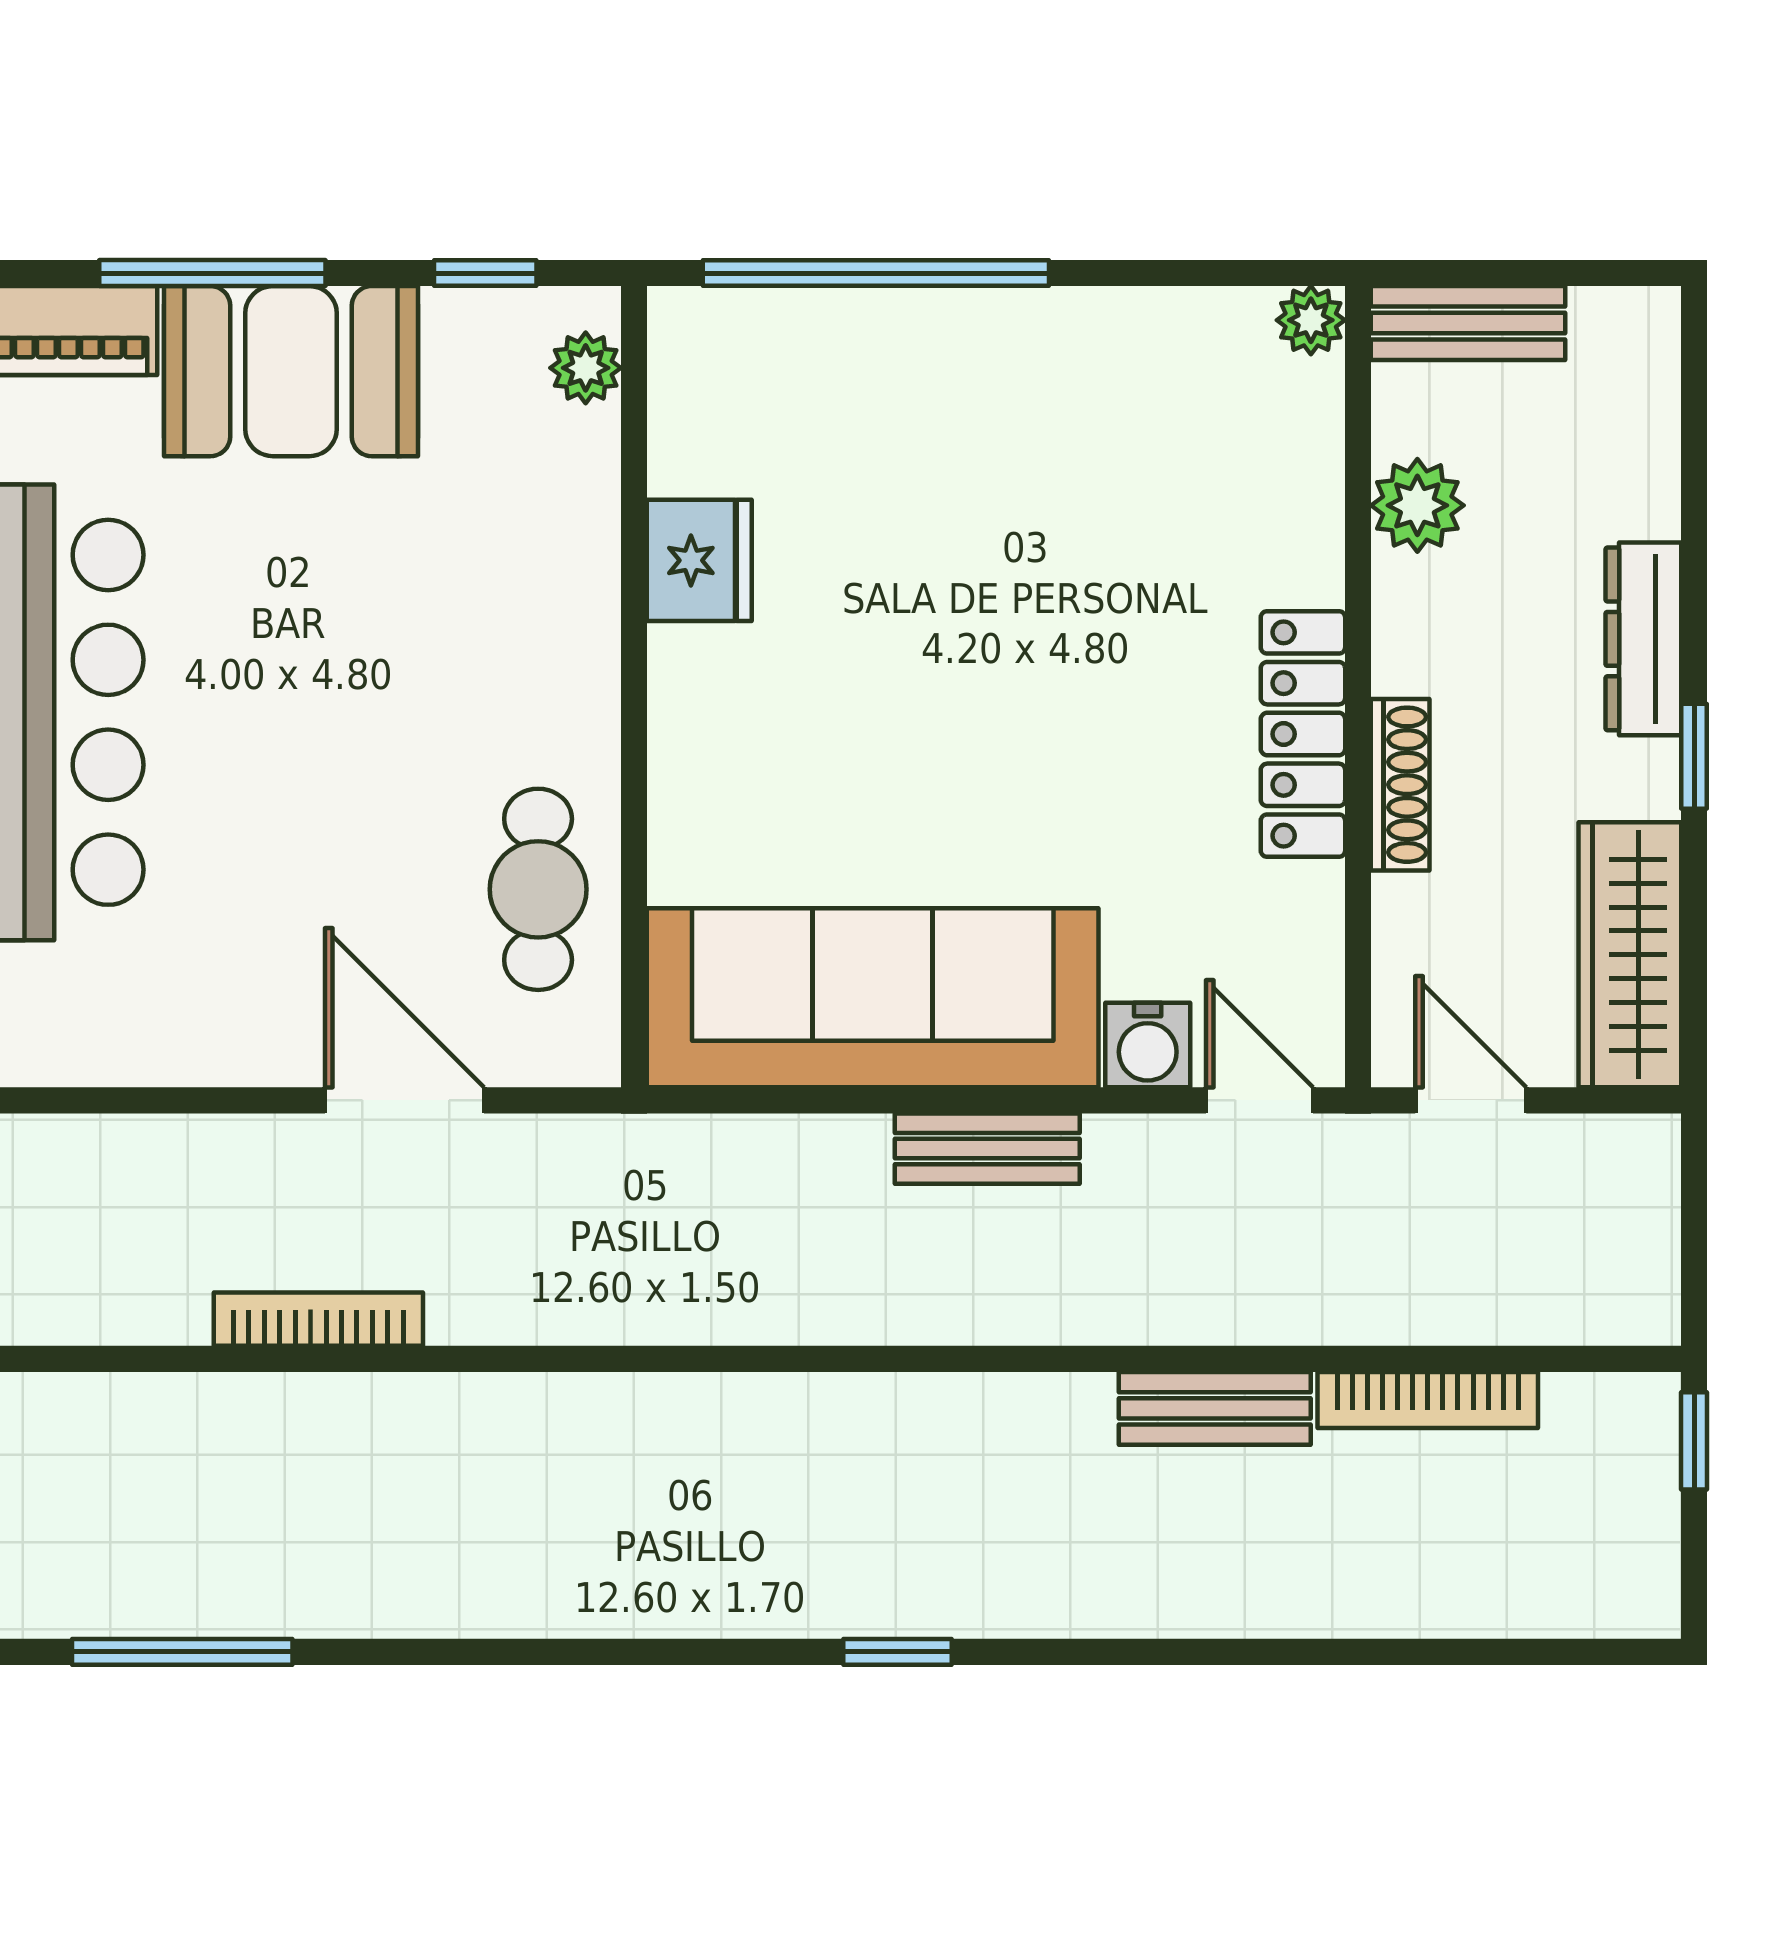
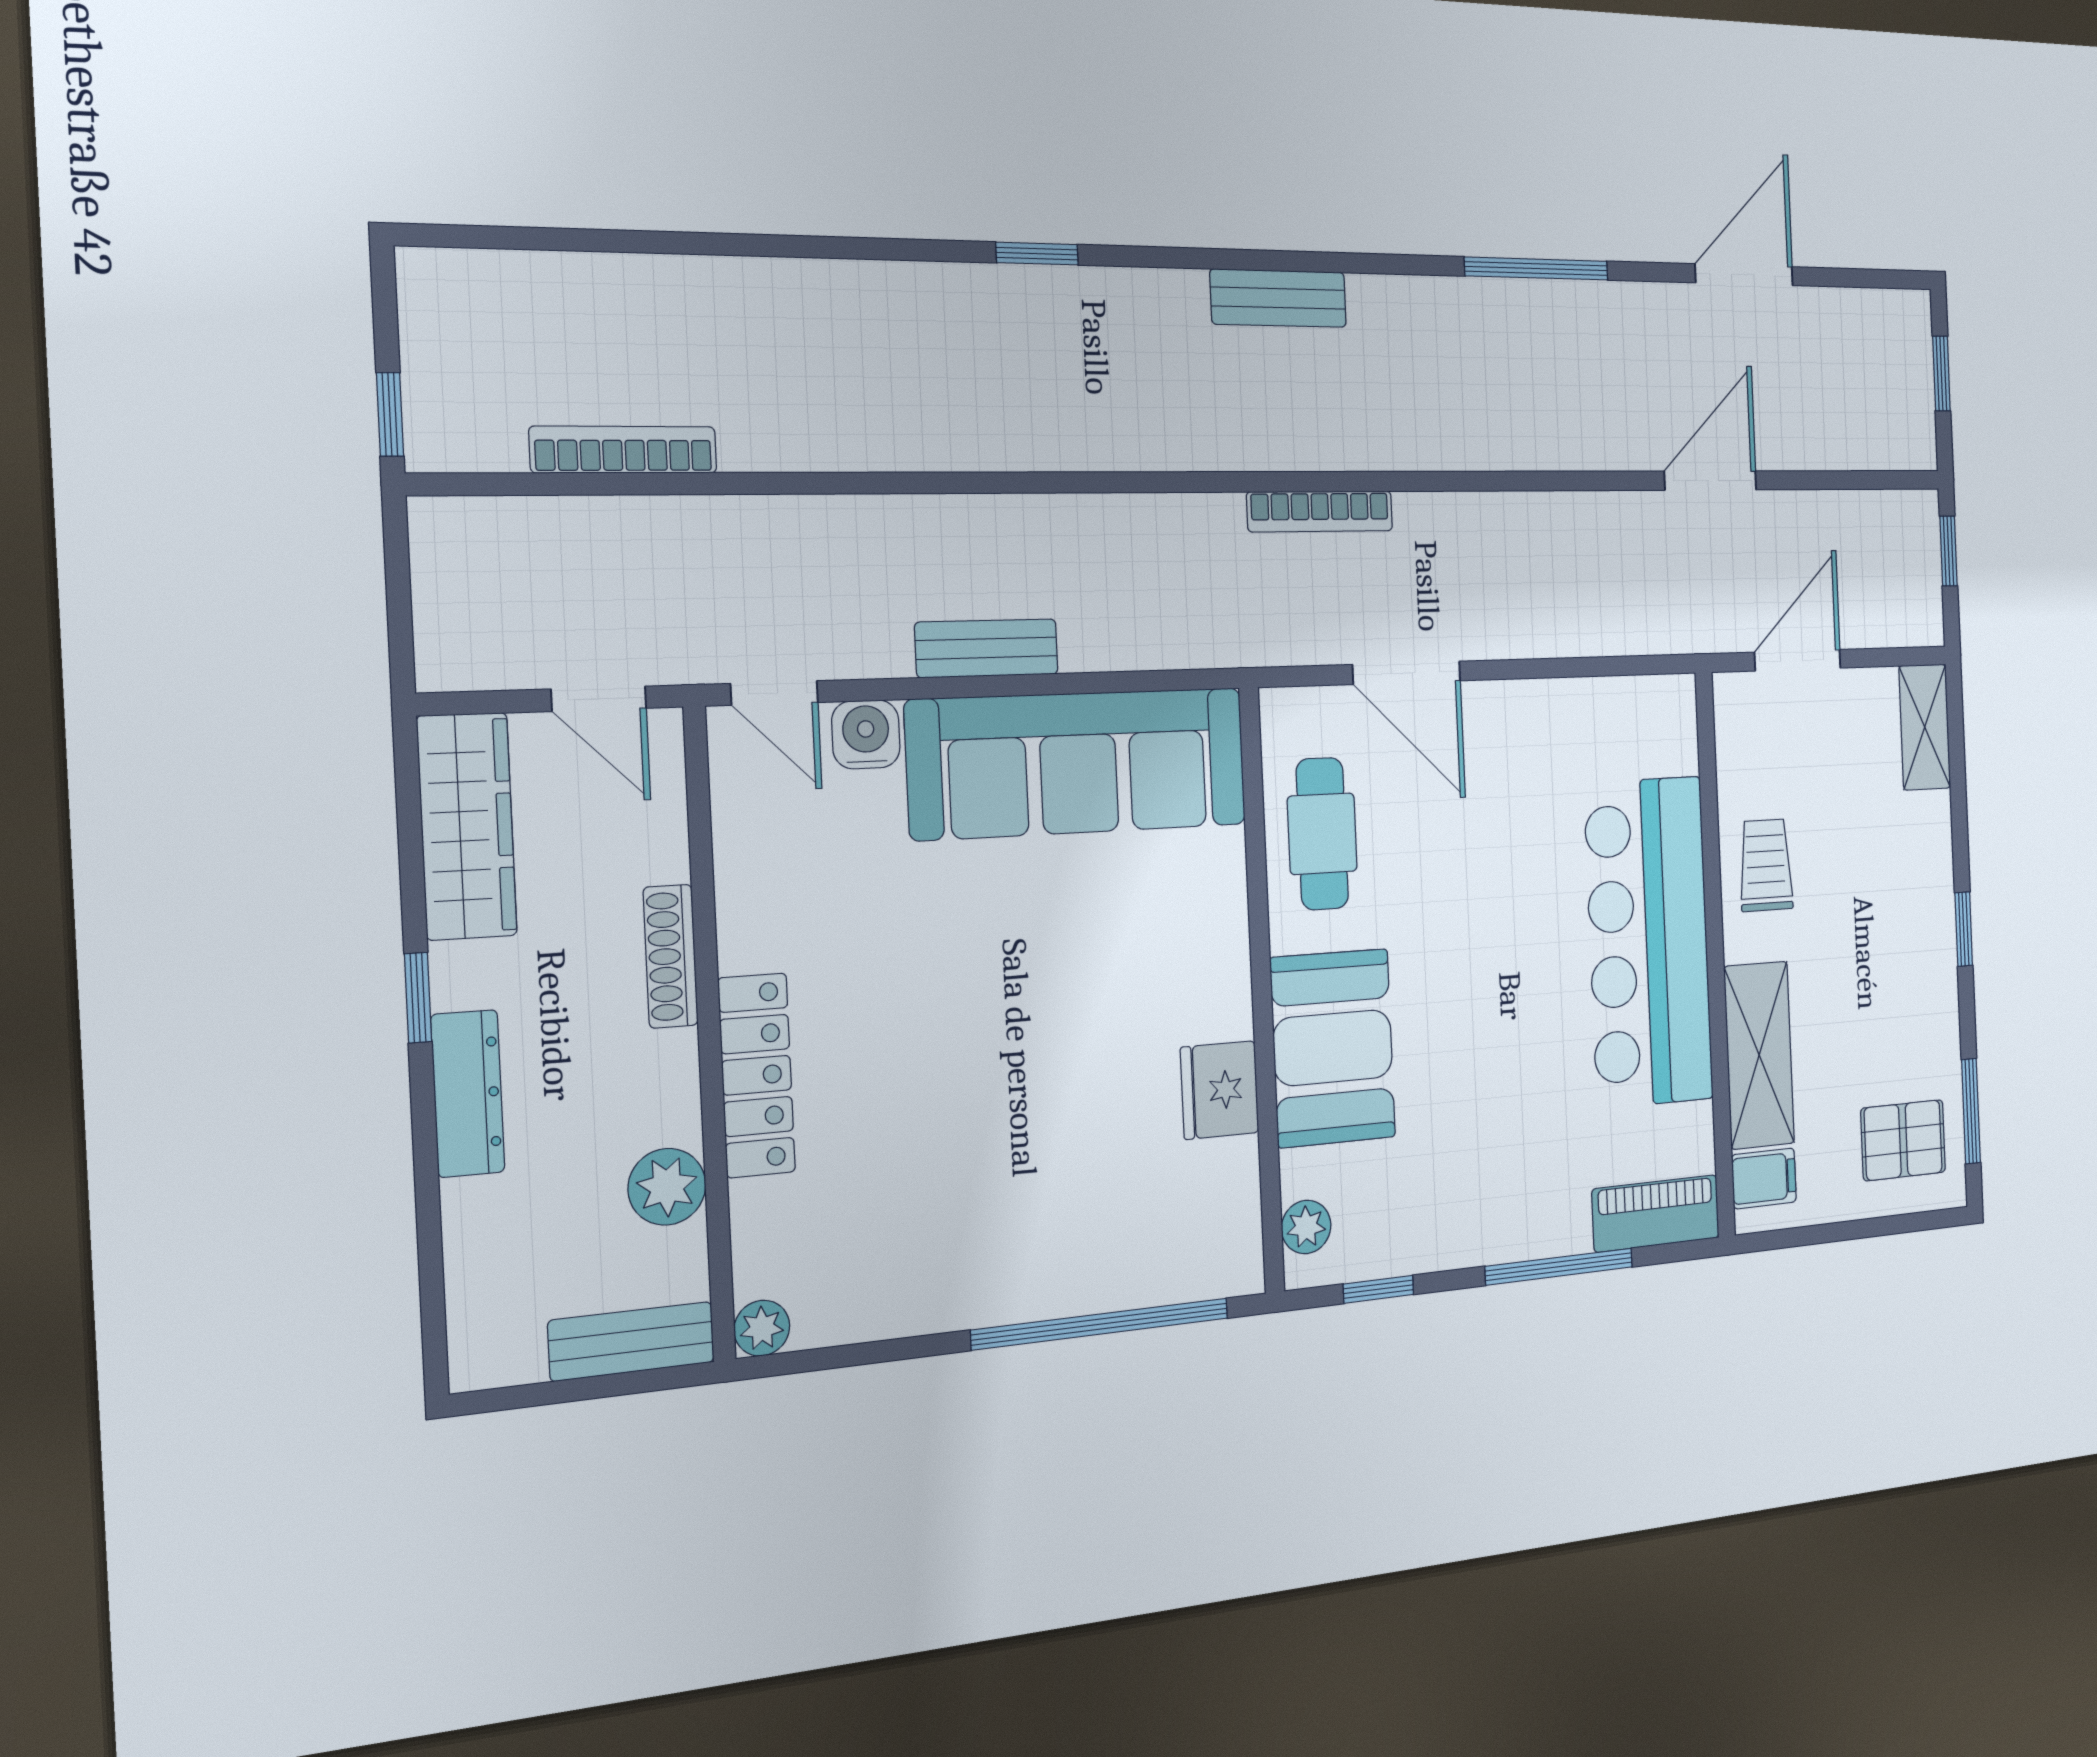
booth: (291, 371) -> (1333, 1048), moved, turned 90
locker: (1303, 734) -> (757, 1075), moved
bookcase: (318, 1319) -> (1320, 511), moved
bench: (1215, 1408) -> (1279, 298), moved

